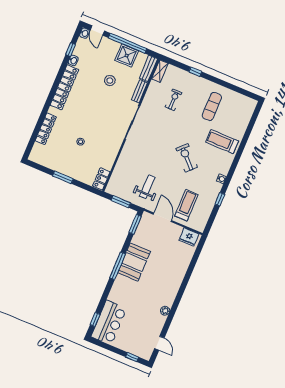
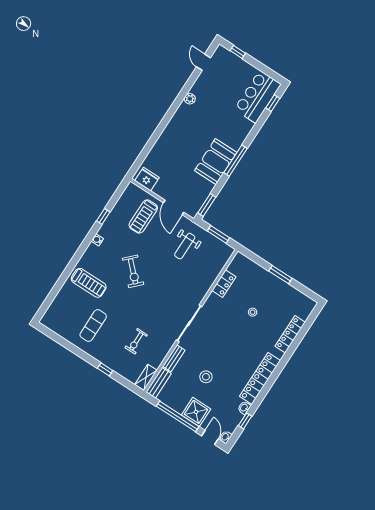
shower: (127, 56) -> (196, 412), moved
locker: (101, 179) -> (224, 284), moved

